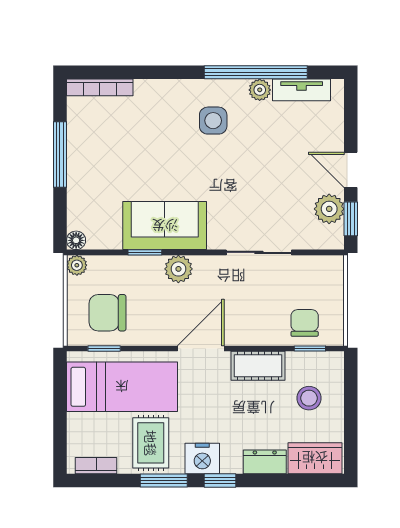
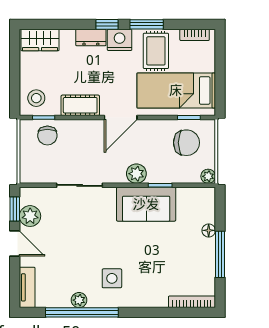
tv unit: (302, 90) -> (27, 287), moved, turned 90
floor lamp: (76, 240) -> (209, 230), moved
stool: (309, 398) -> (36, 98), moved
dresser: (265, 462) -> (91, 37), moved

